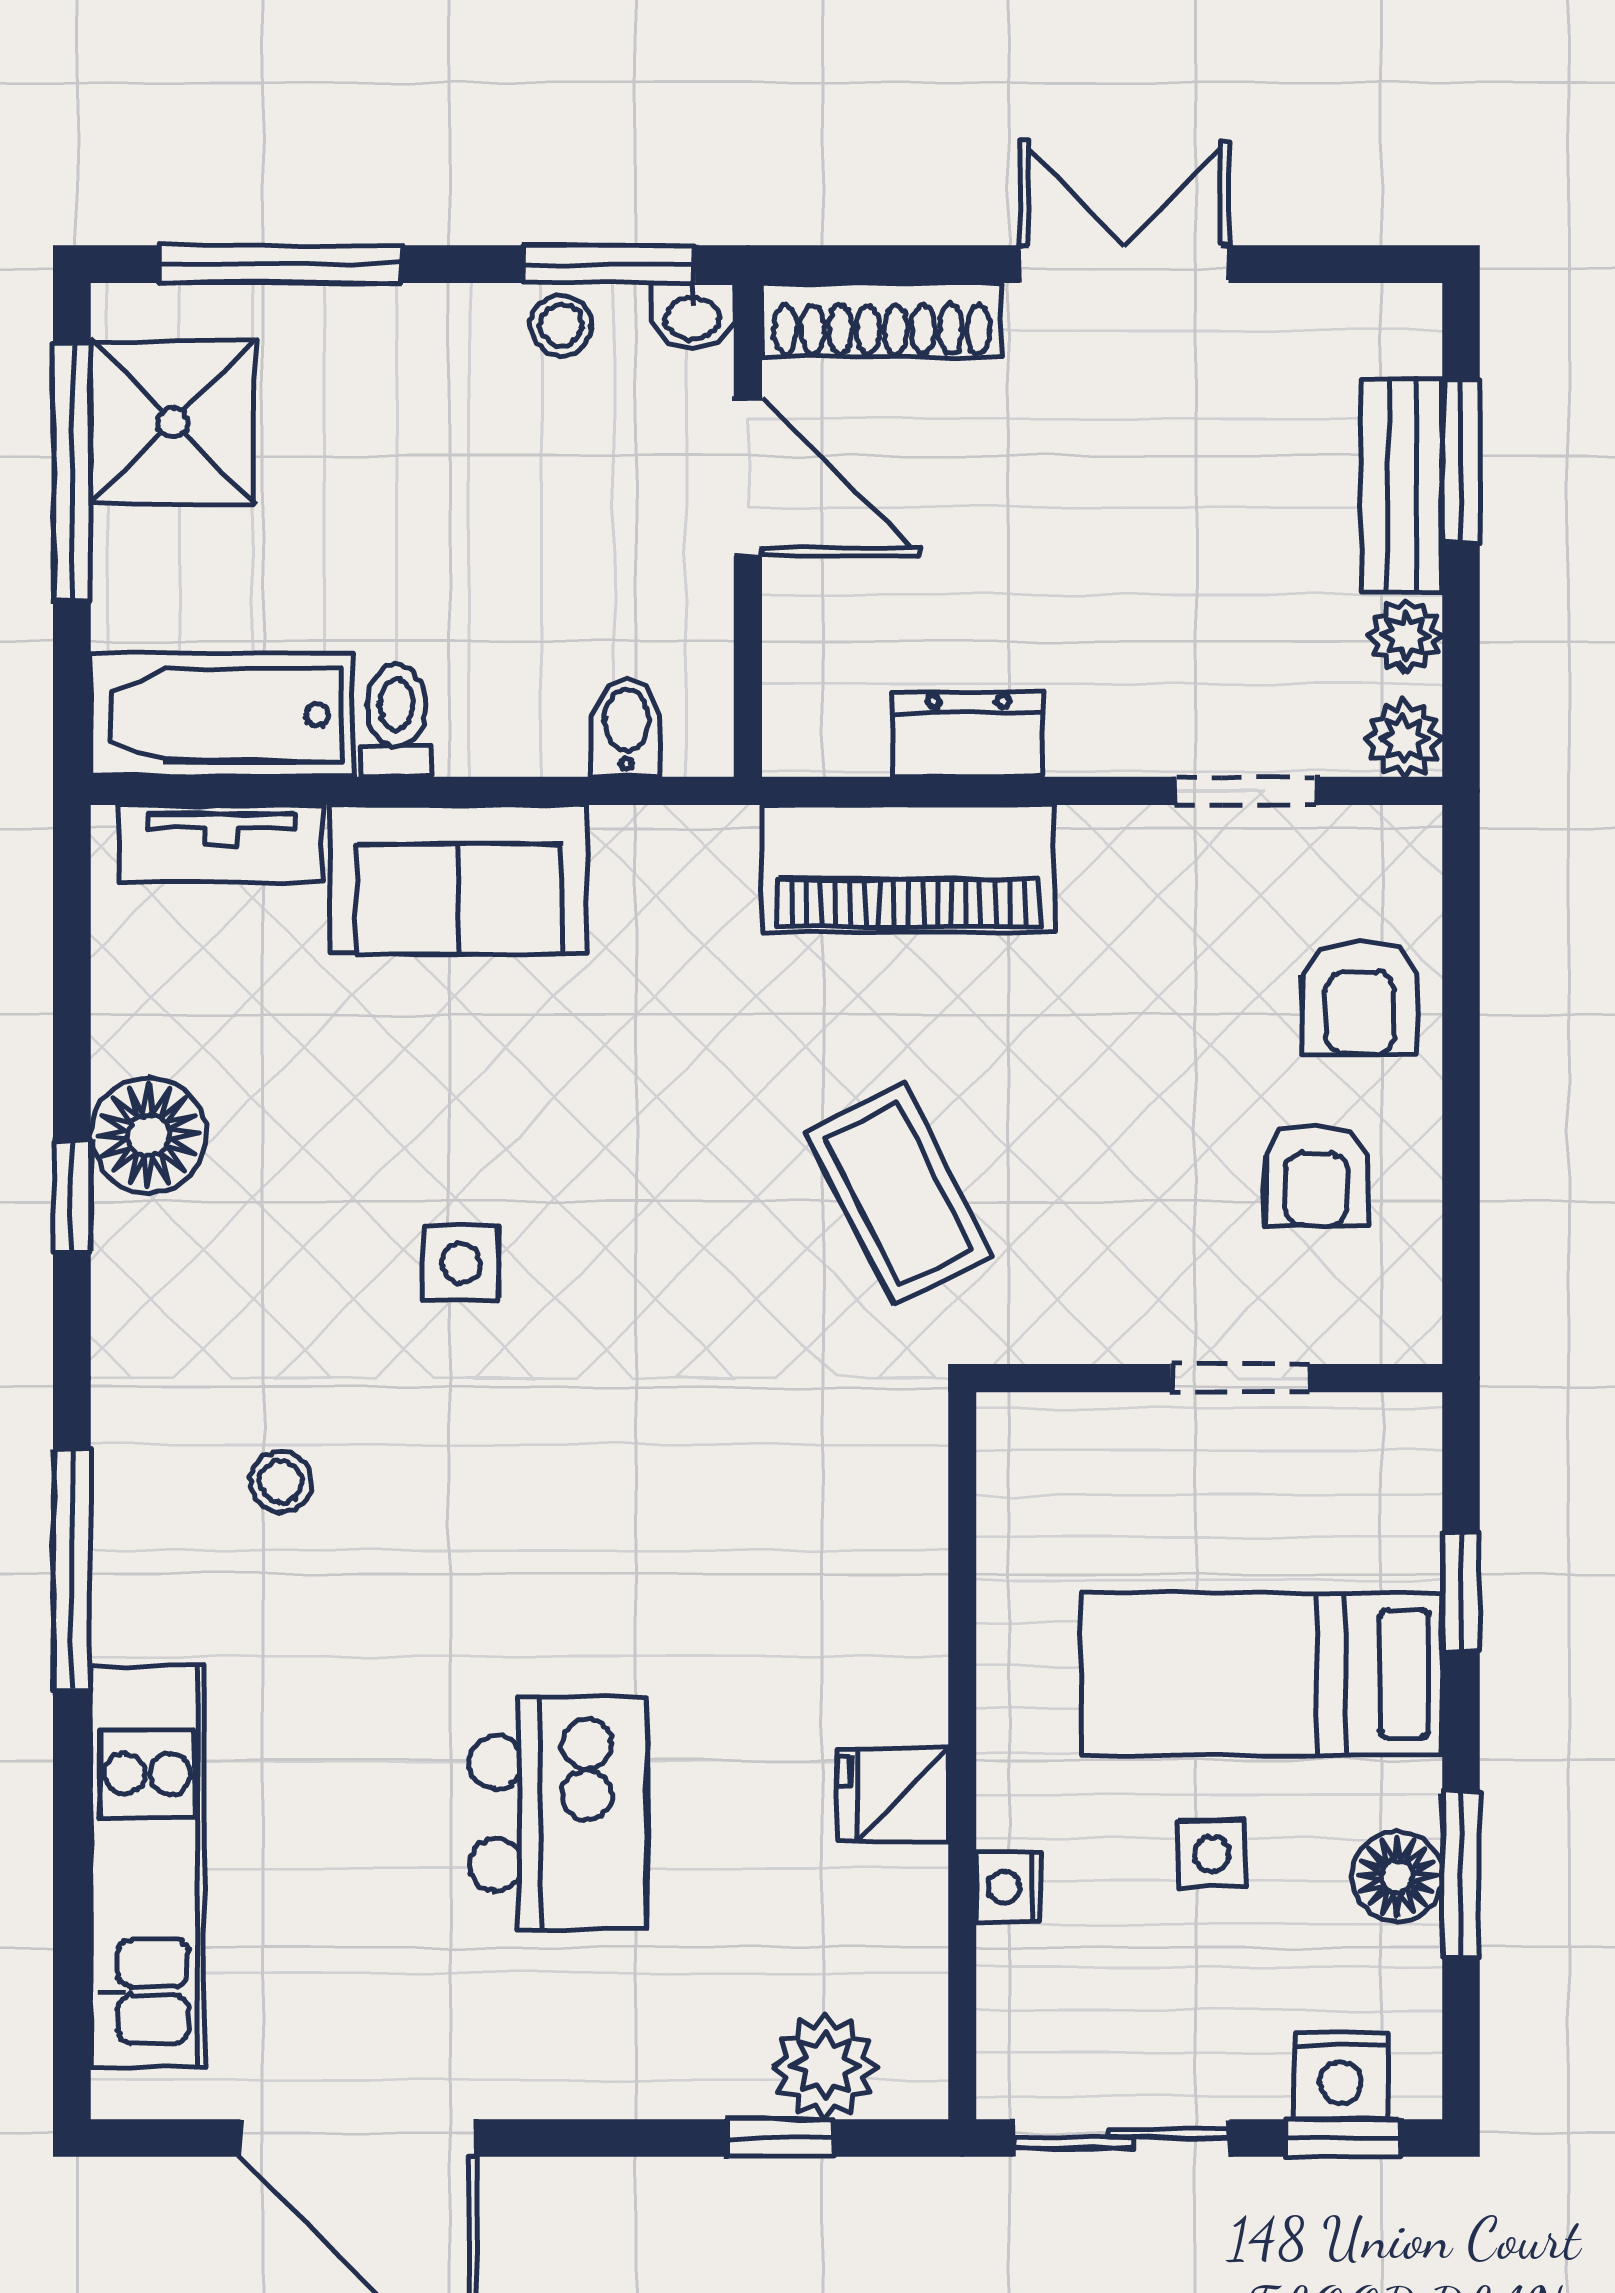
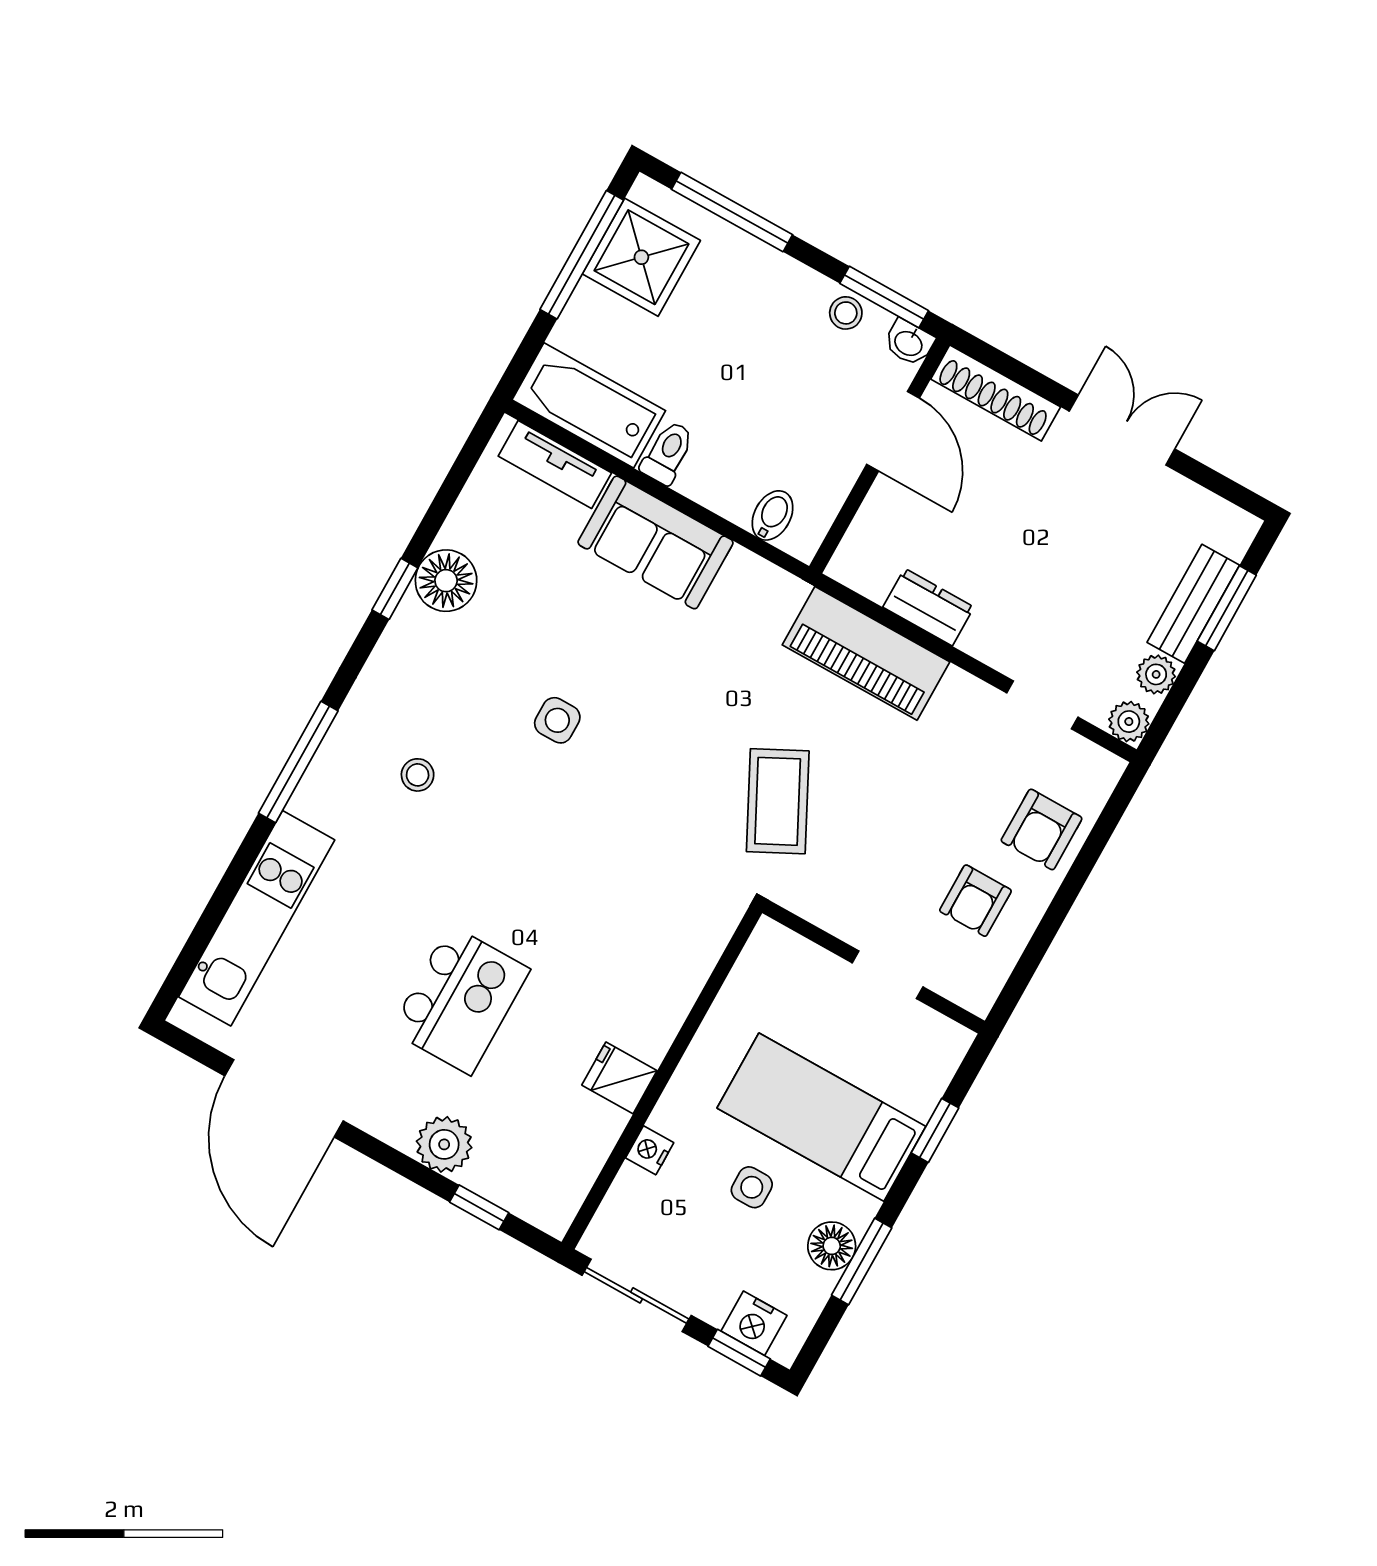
plant: (825, 2066) -> (444, 1144), moved

